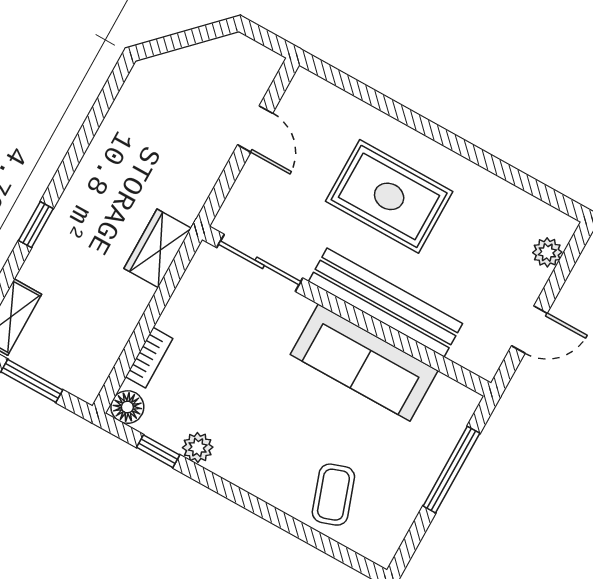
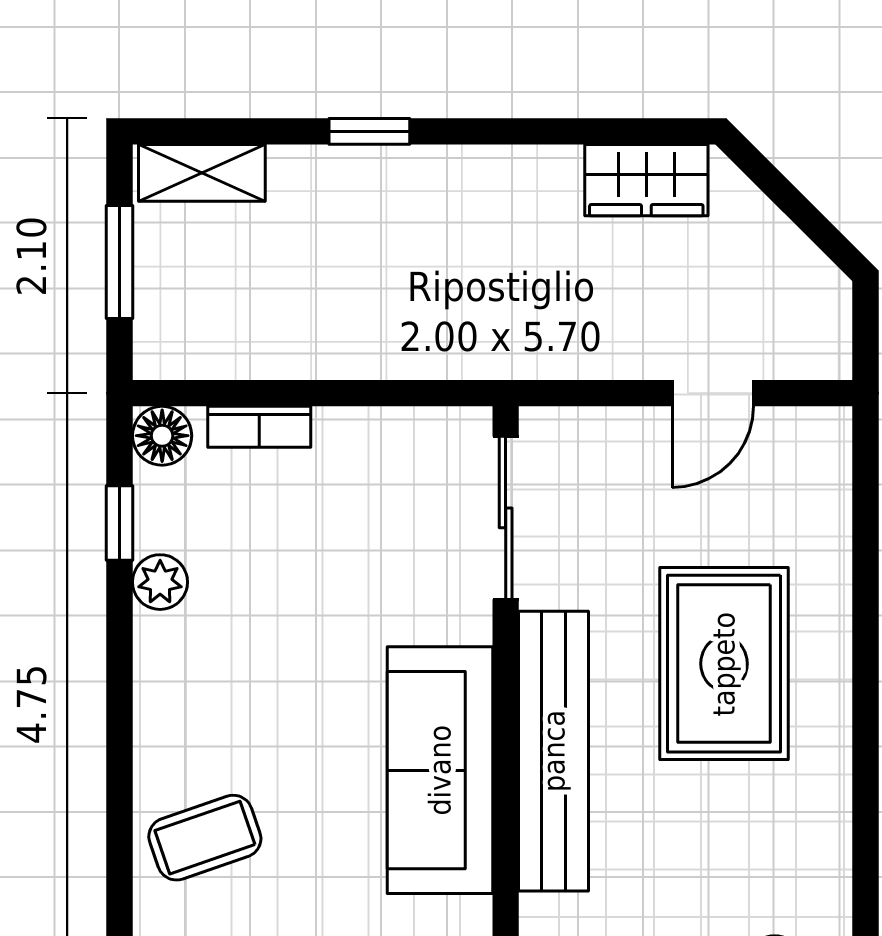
wardrobe: (158, 248) -> (646, 180), moved, turned 180

